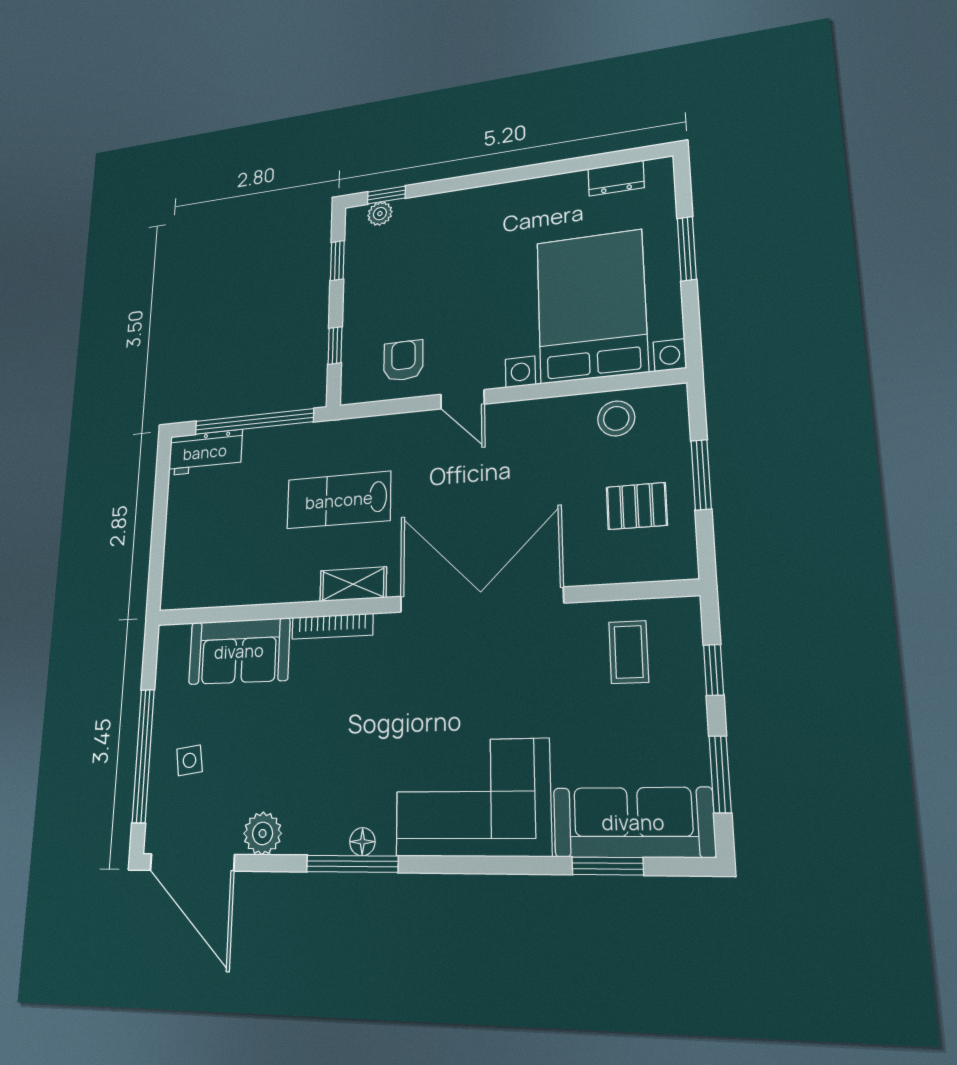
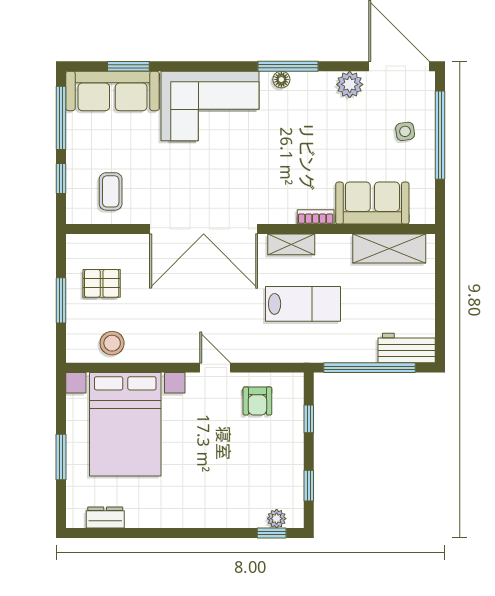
shelving: (220, 587) -> (389, 249), added
bookcase: (332, 626) -> (316, 217), width x0.64
window: (720, 774) -> (61, 118), width x1.44

